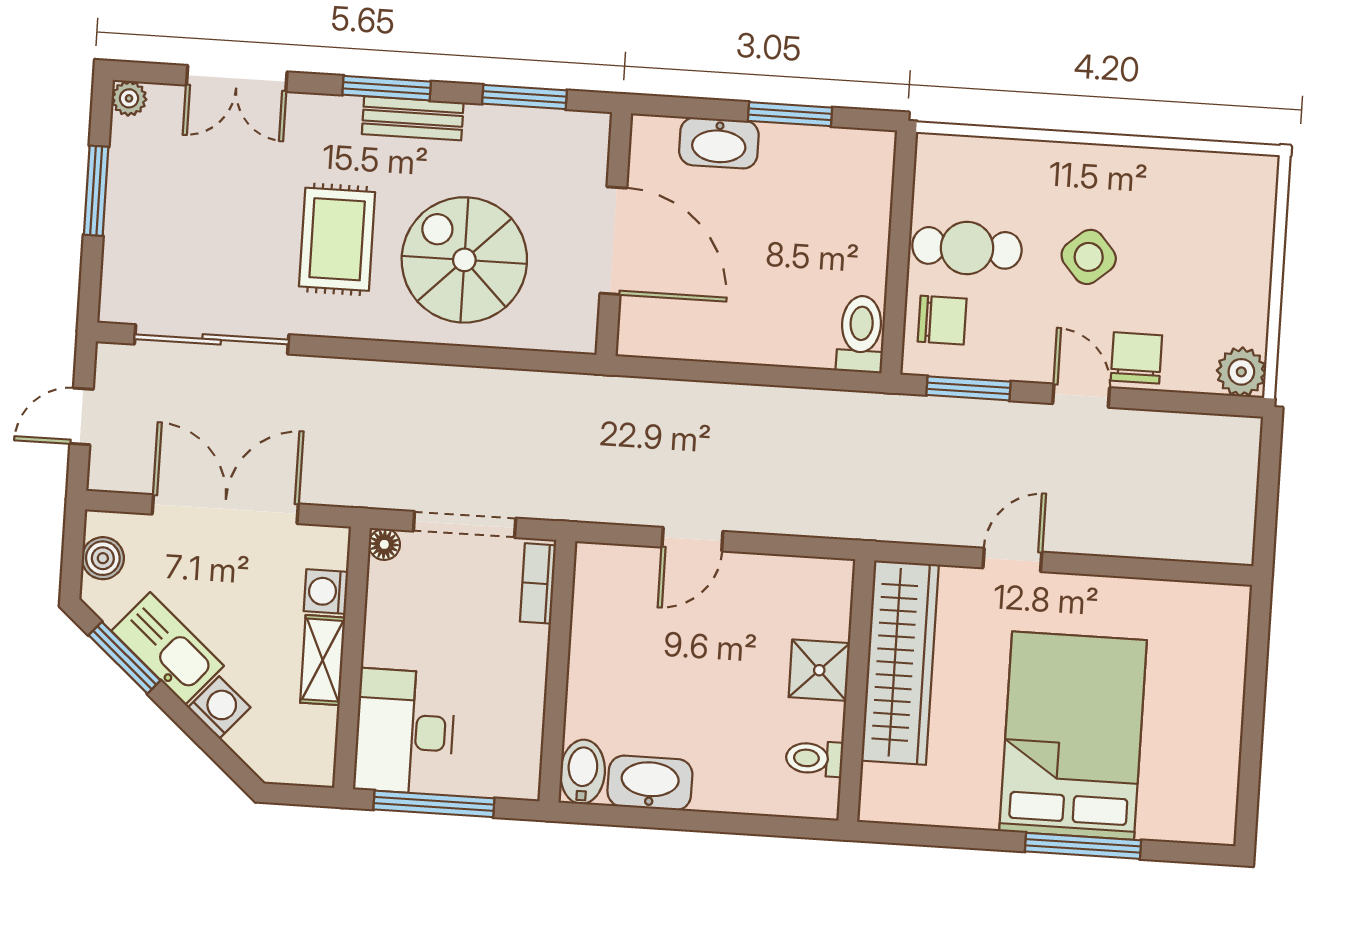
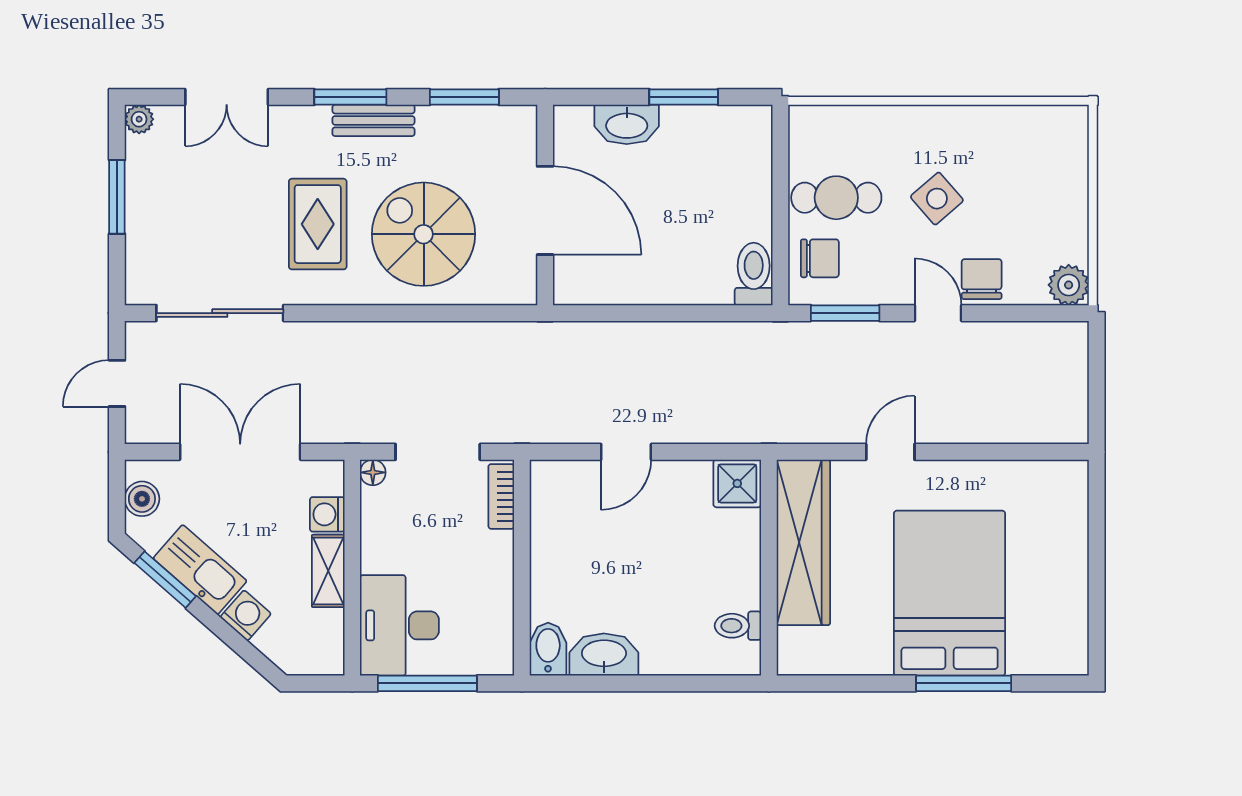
shower: (819, 670) -> (737, 483), moved

